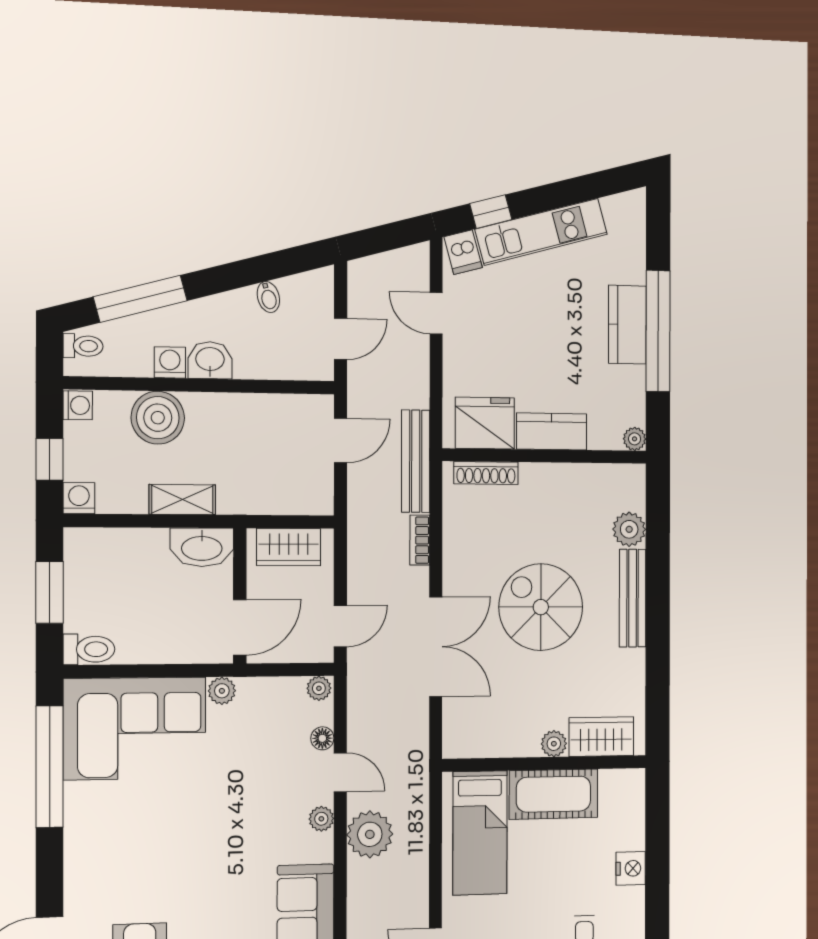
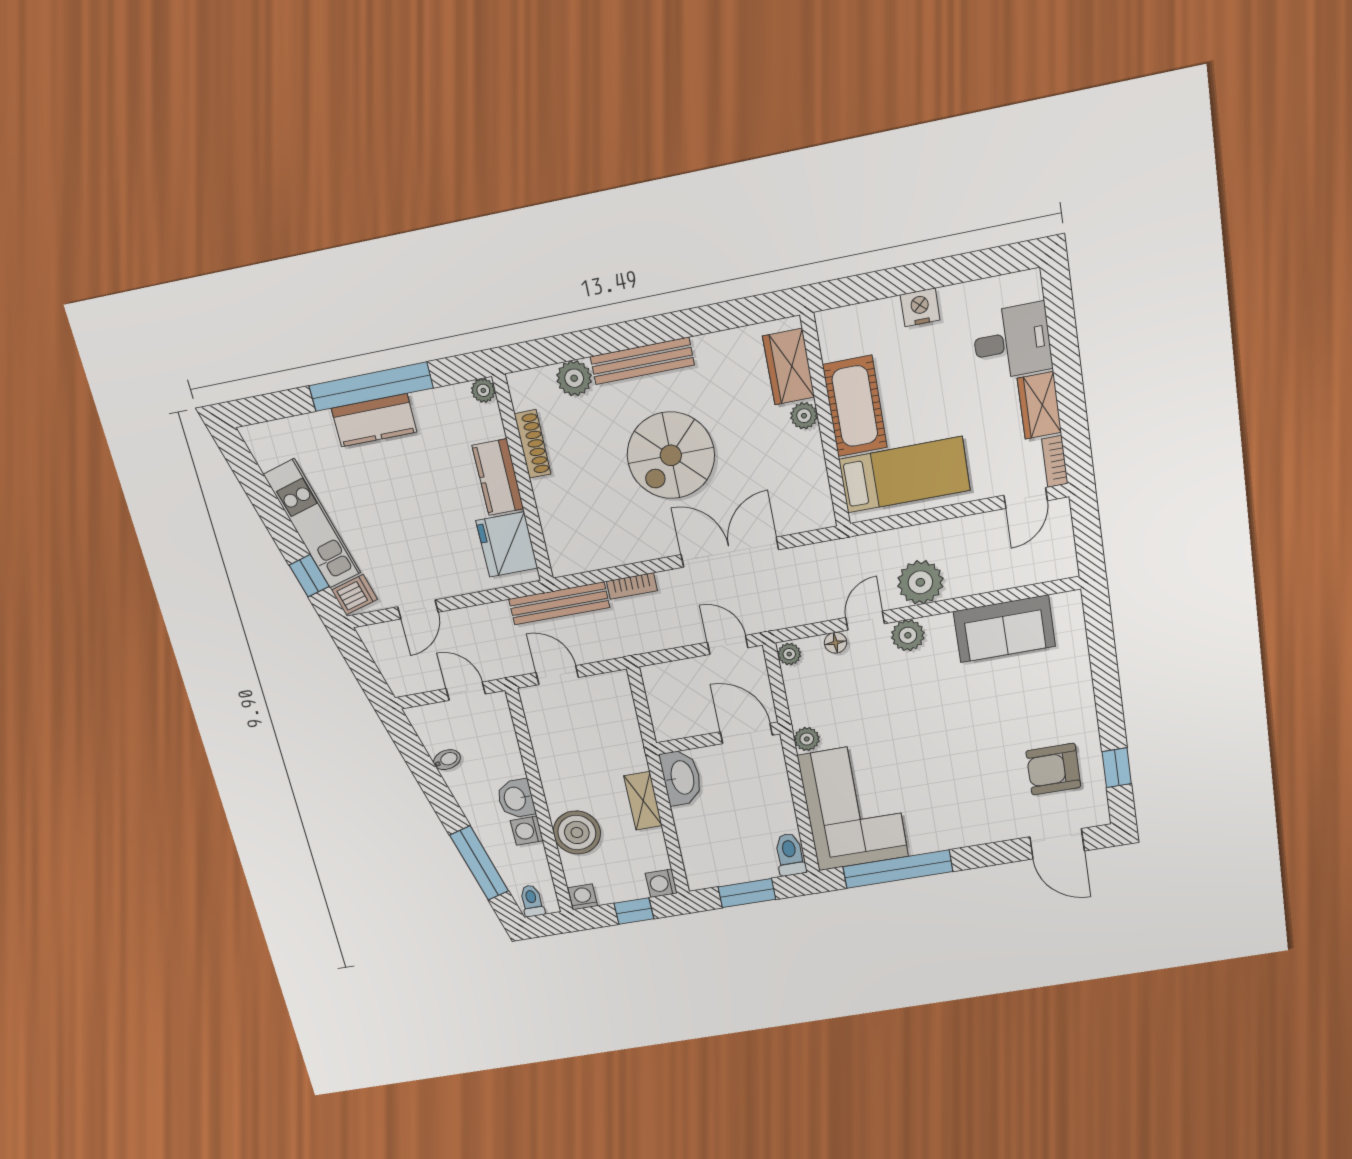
shoe rack: (486, 473) -> (533, 444), moved
wardrobe: (289, 547) -> (665, 704), removed
plant: (321, 819) -> (908, 635), width x1.38, depth x1.38

